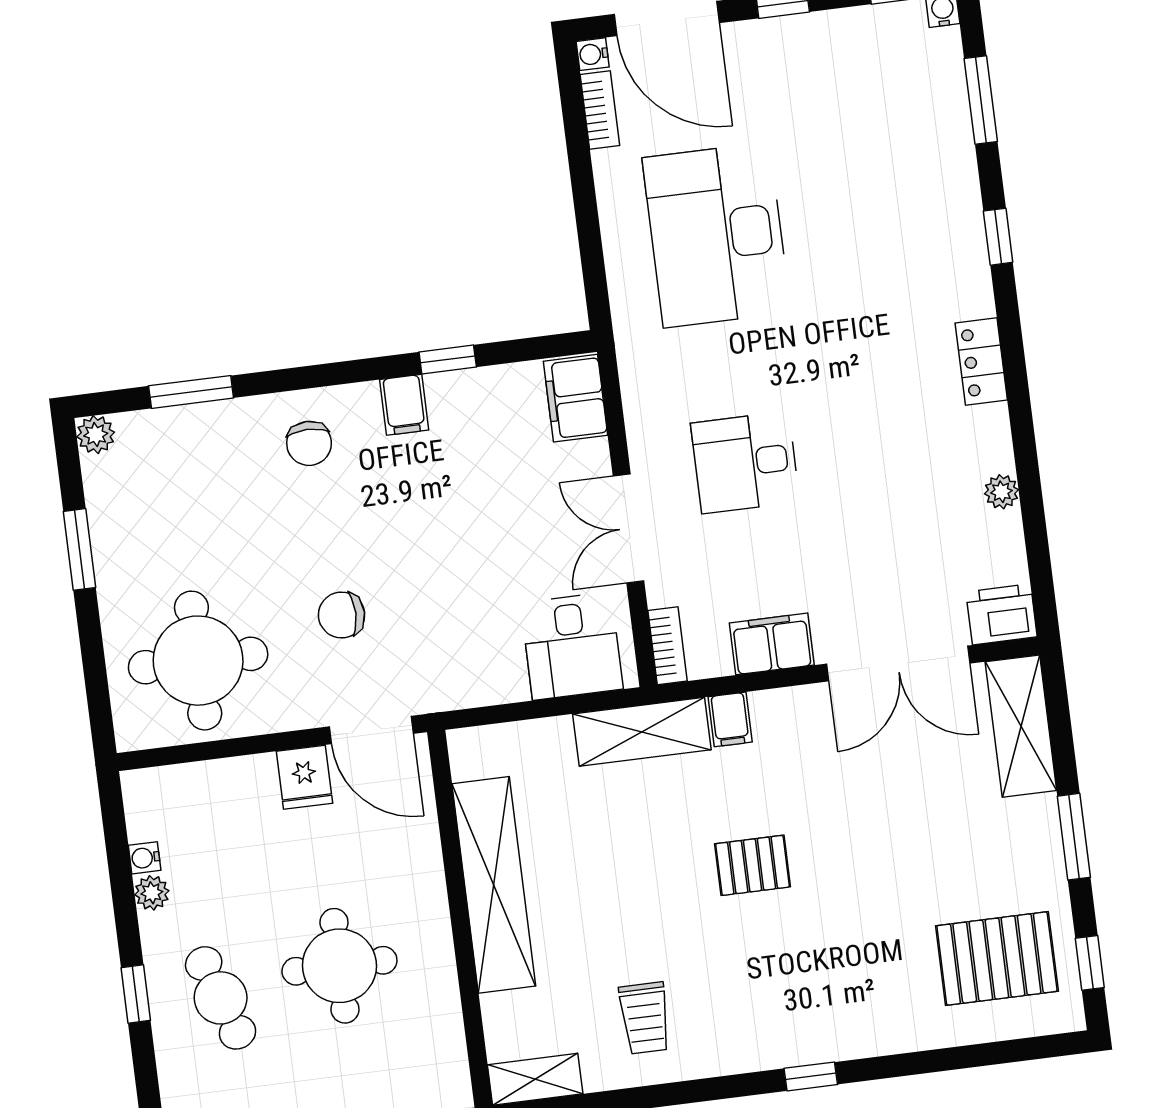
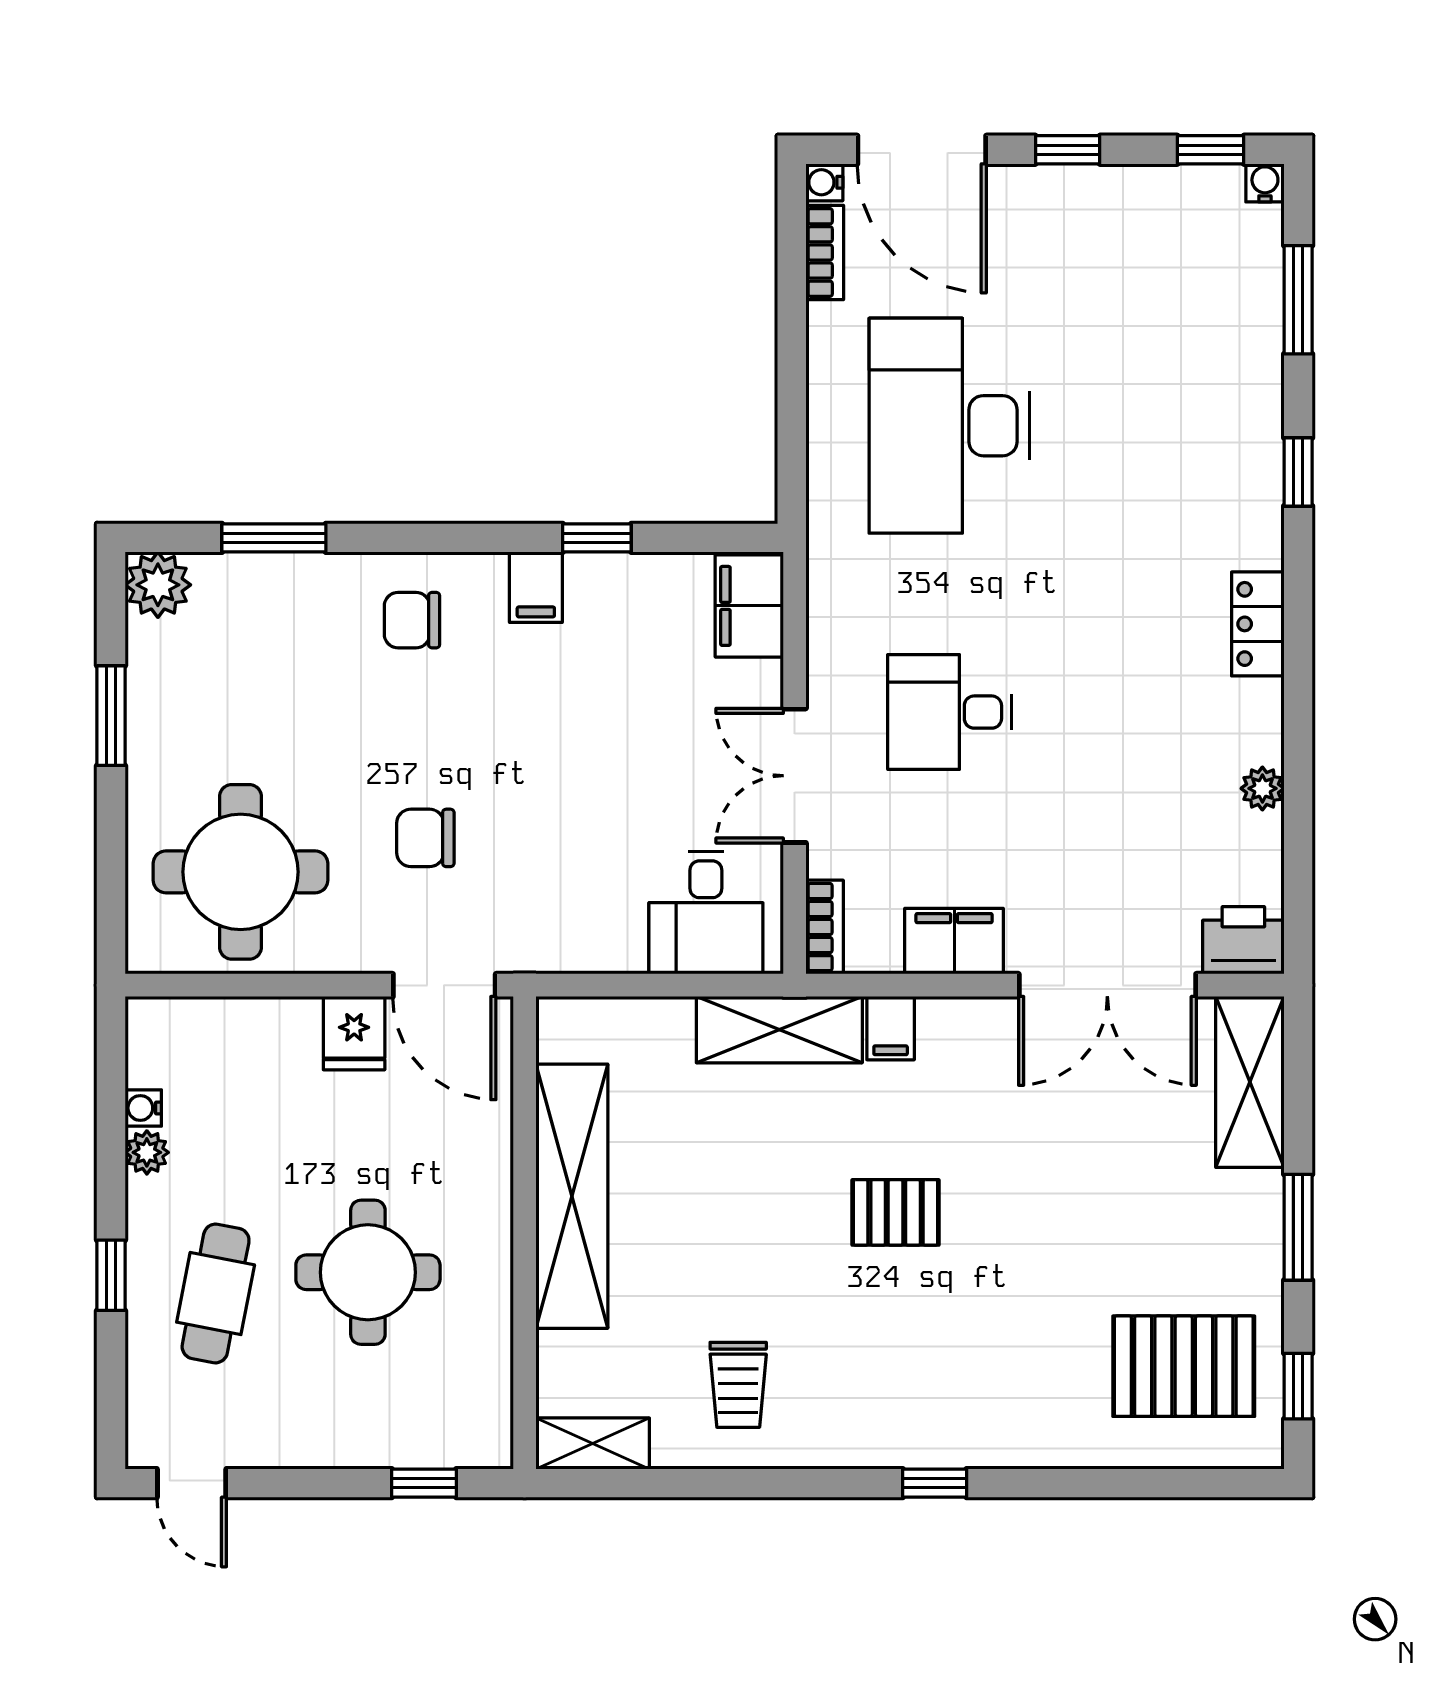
plant: (96, 435) -> (158, 585), width x1.38, depth x1.38
chair: (309, 443) -> (412, 620), turned 90
cafe table: (221, 998) -> (216, 1293), turned 30

